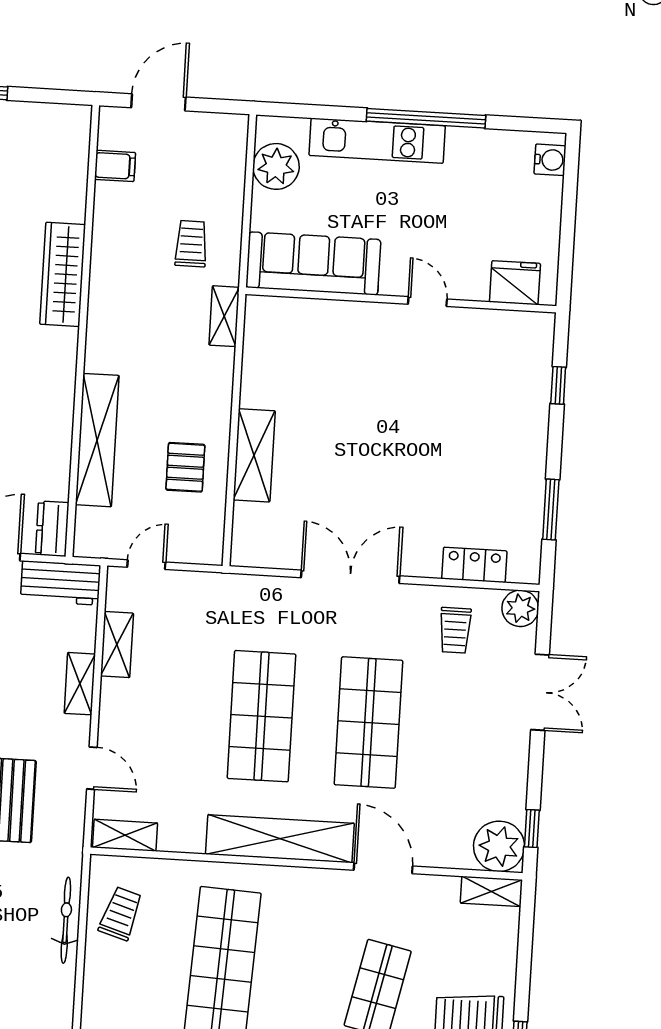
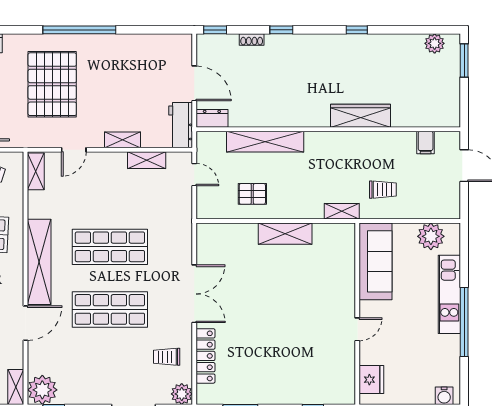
shelving: (254, 455) -> (285, 234), moved
locker: (474, 565) -> (205, 356), width x1.53

